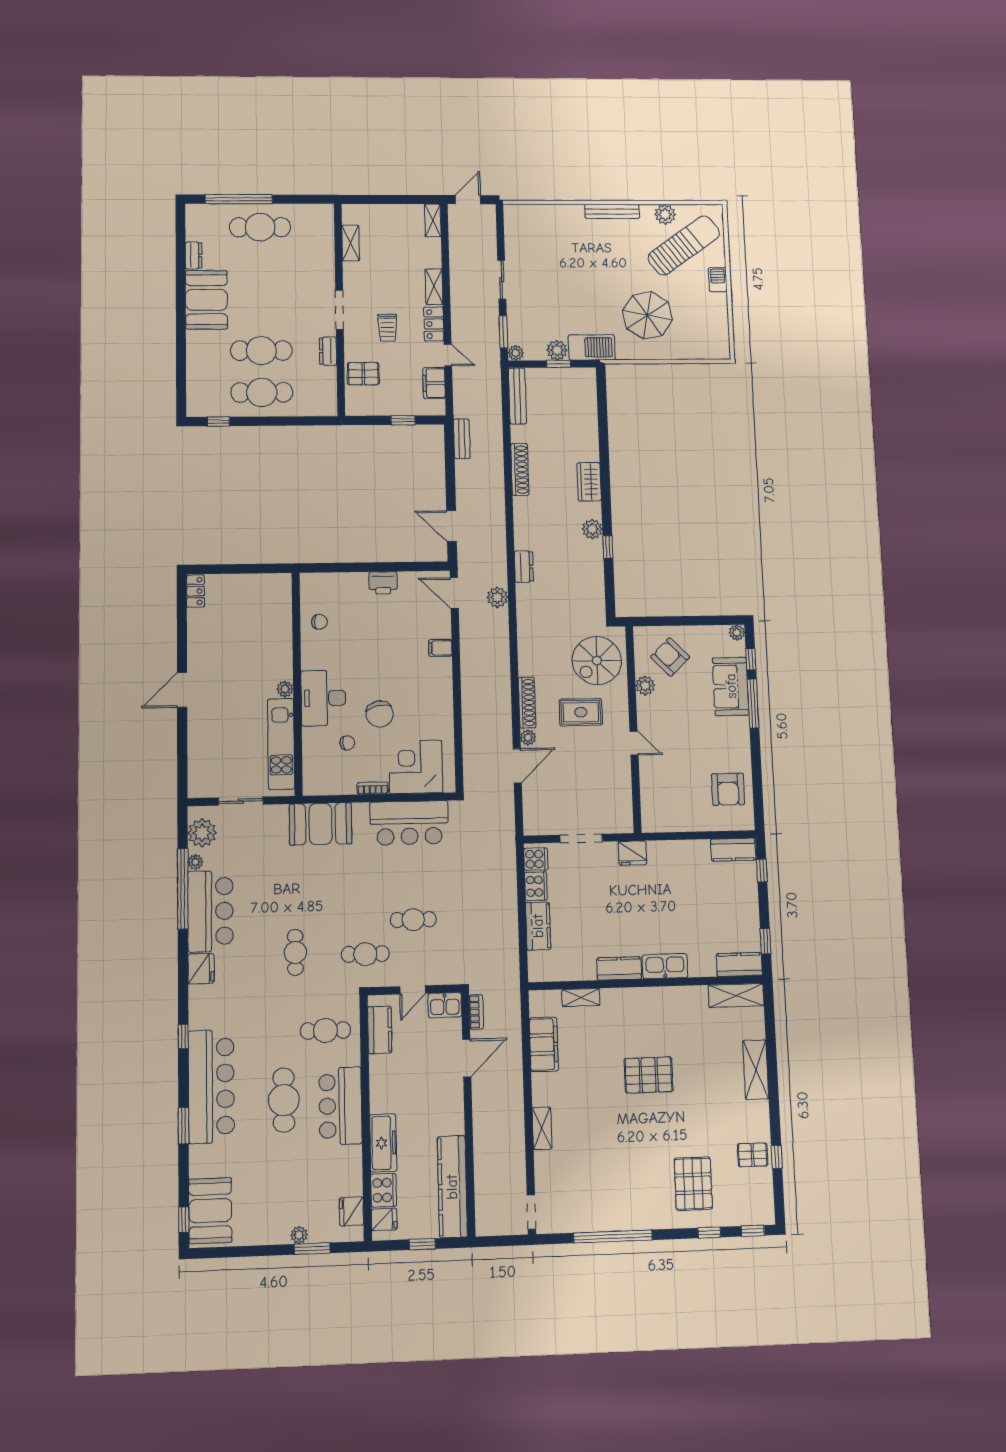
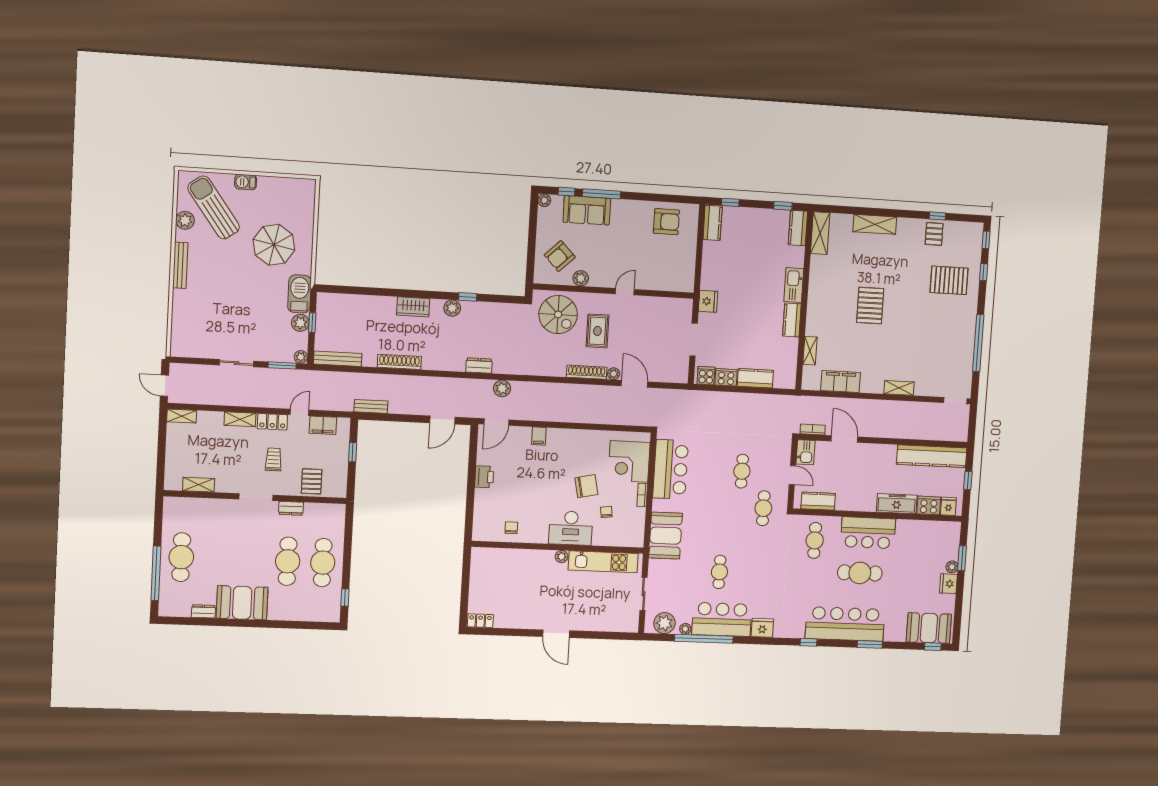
trolley: (387, 328) -> (274, 460), turned -90
cafe table: (295, 952) -> (719, 572), moved, turned 90
fridge: (351, 1211) -> (948, 584), moved, turned 90

